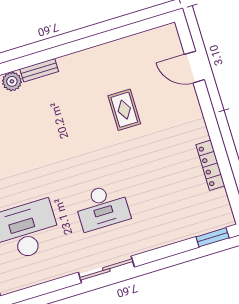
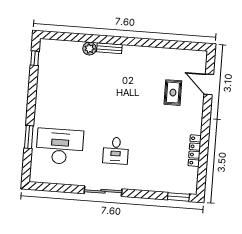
rug: (124, 110) -> (173, 93), moved
desk: (102, 207) -> (116, 151), width x0.73

